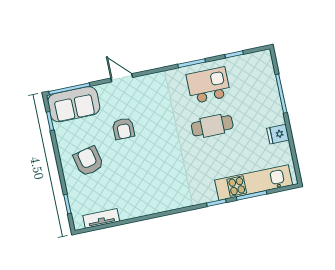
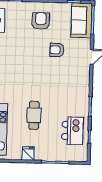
kitchen island: (208, 85) -> (72, 131), moved
cafe table: (212, 126) -> (34, 115), moved
armchair: (88, 161) -> (41, 21), turned -77

